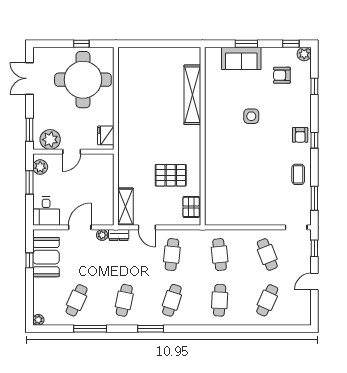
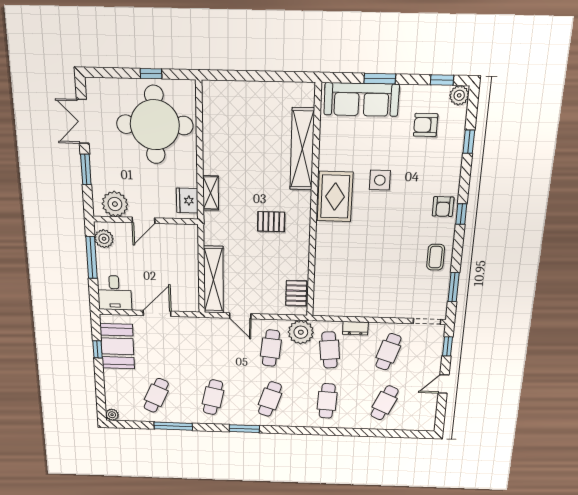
sofa: (241, 58) -> (361, 100), width x1.36
shelving: (124, 129) -> (211, 193), added
rug: (218, 129) -> (335, 197), added
window: (29, 130) -> (86, 169), moved
pallet: (171, 175) -> (271, 222), moved, width x0.67, depth x0.71
window: (29, 182) -> (92, 257), width x1.44
shelving: (125, 207) -> (213, 280), width x1.47
plant: (102, 235) -> (301, 332), moved, width x1.88, depth x1.88
dresser: (119, 235) -> (355, 328), moved
cafe table: (267, 255) -> (388, 352), turned 39

